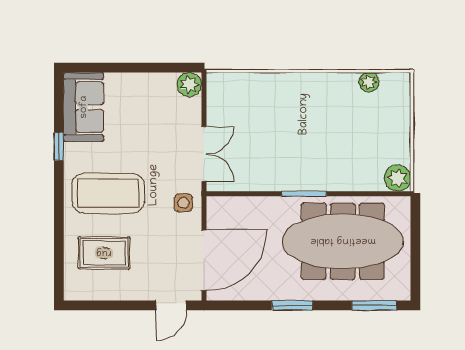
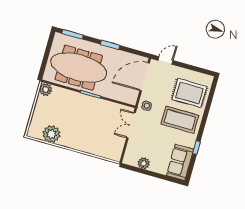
plant: (369, 82) -> (51, 134), width x1.88, depth x1.88
plant: (189, 85) -> (144, 163), moved
rug: (104, 253) -> (189, 93), width x1.36, depth x1.43

